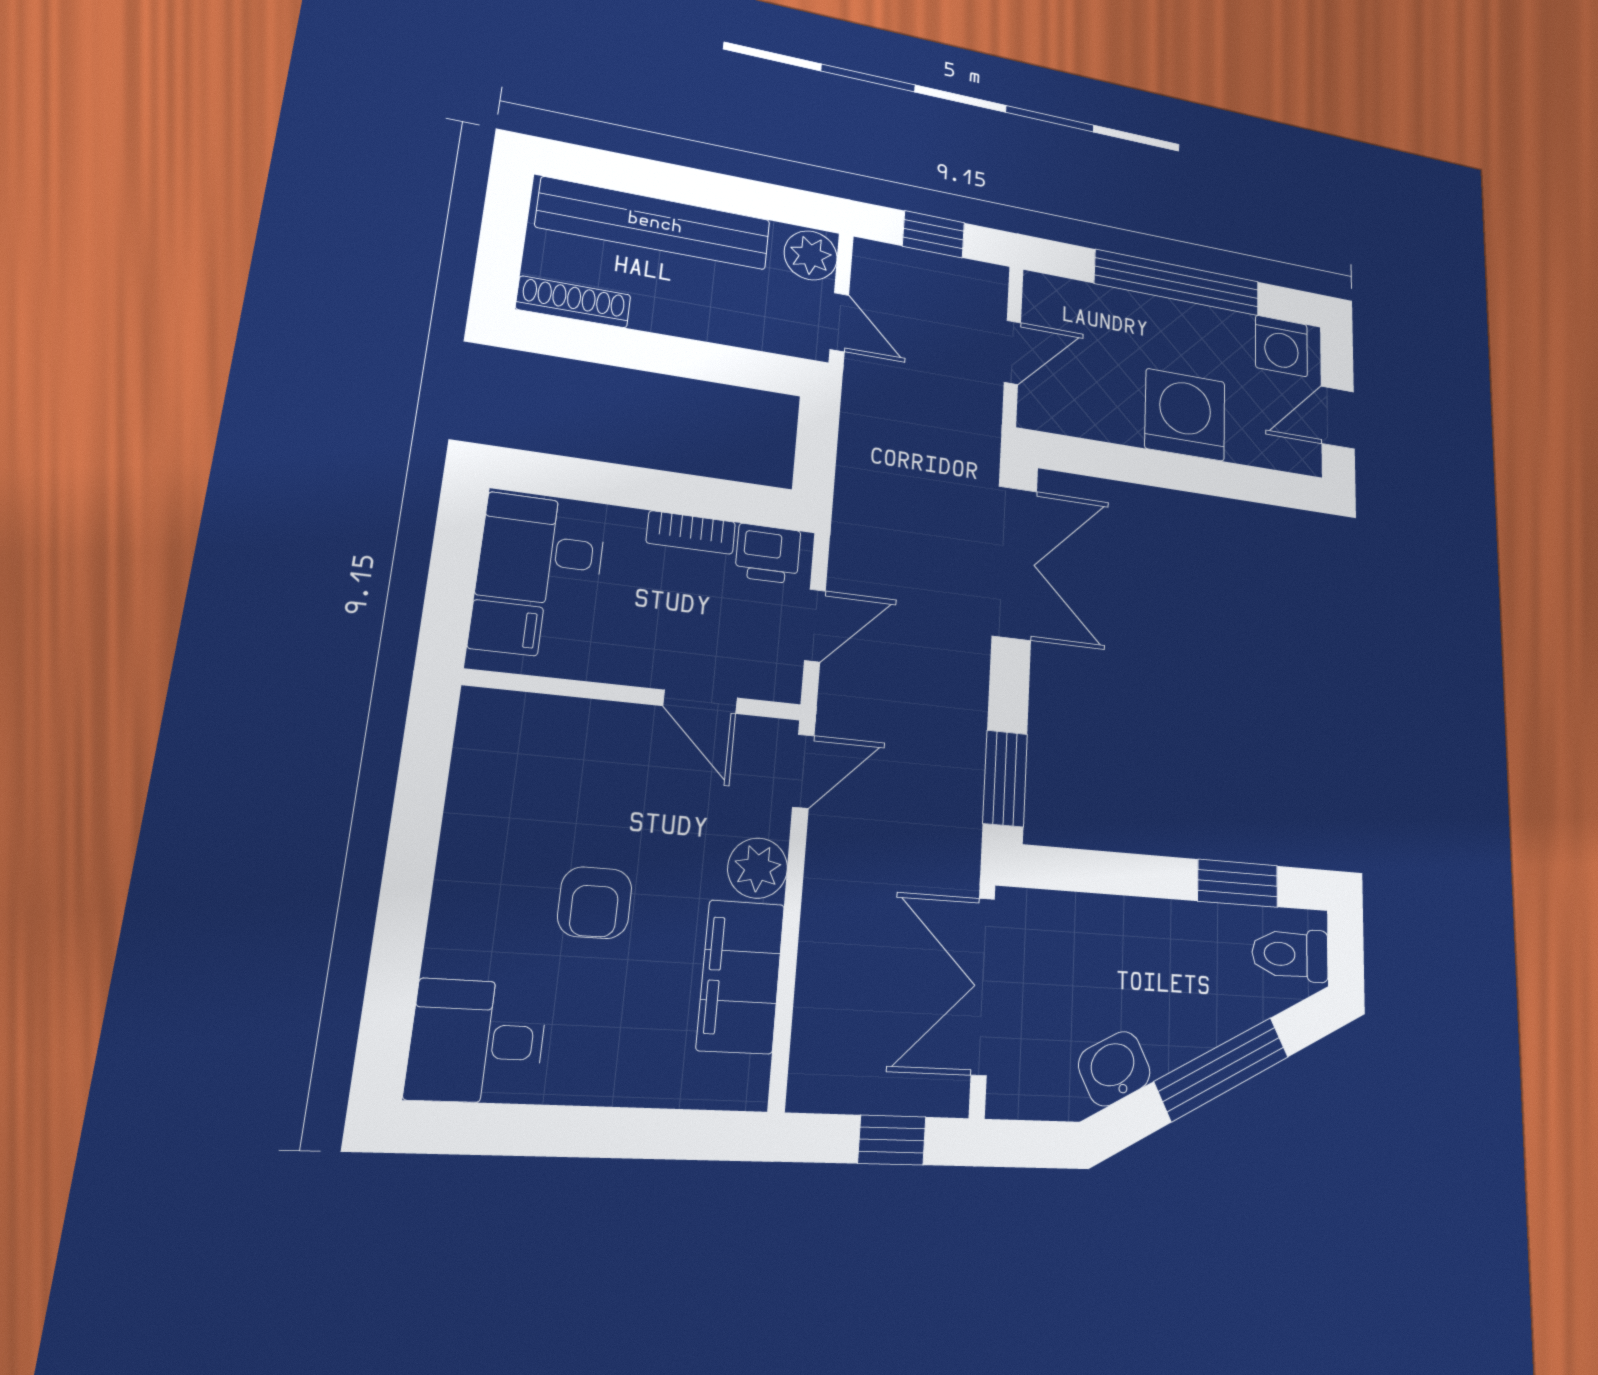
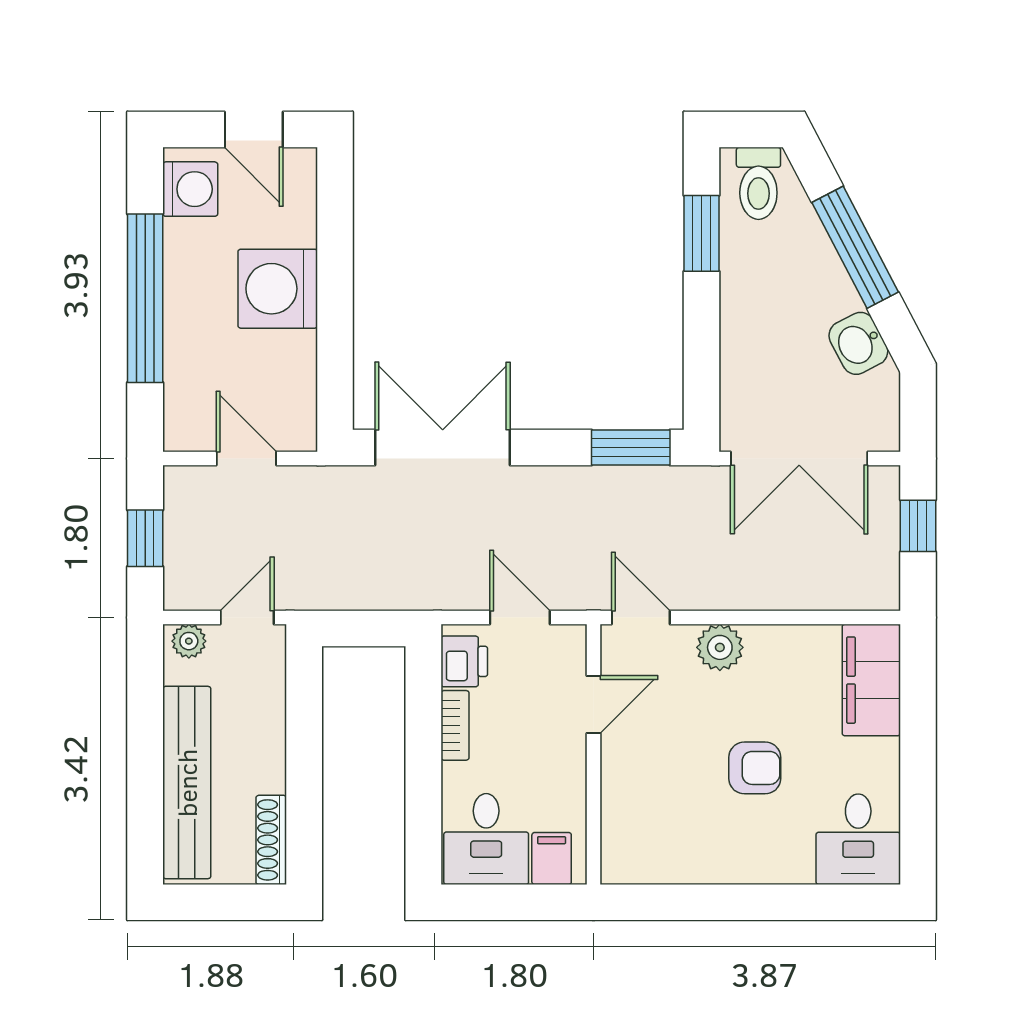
plant: (811, 255) -> (189, 641), width x0.73, depth x0.73
filing cabinet: (741, 977) -> (871, 680), moved, turned 90

